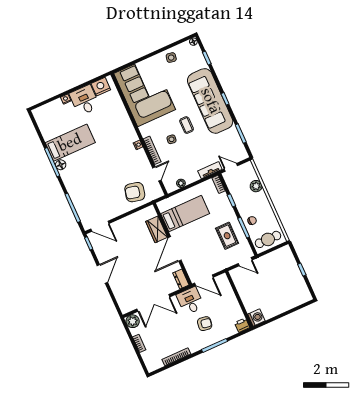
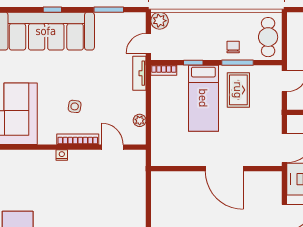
coffee table: (187, 125) -> (64, 78), removed
plant: (256, 186) -> (160, 21), moved
armchair: (135, 192) -> (124, 188), removed
bed: (185, 214) -> (203, 98), moved, turned 180
wardrobe: (157, 229) -> (187, 181), removed
rug: (227, 236) -> (238, 90), turned 90
dresser: (181, 279) -> (269, 179), removed

